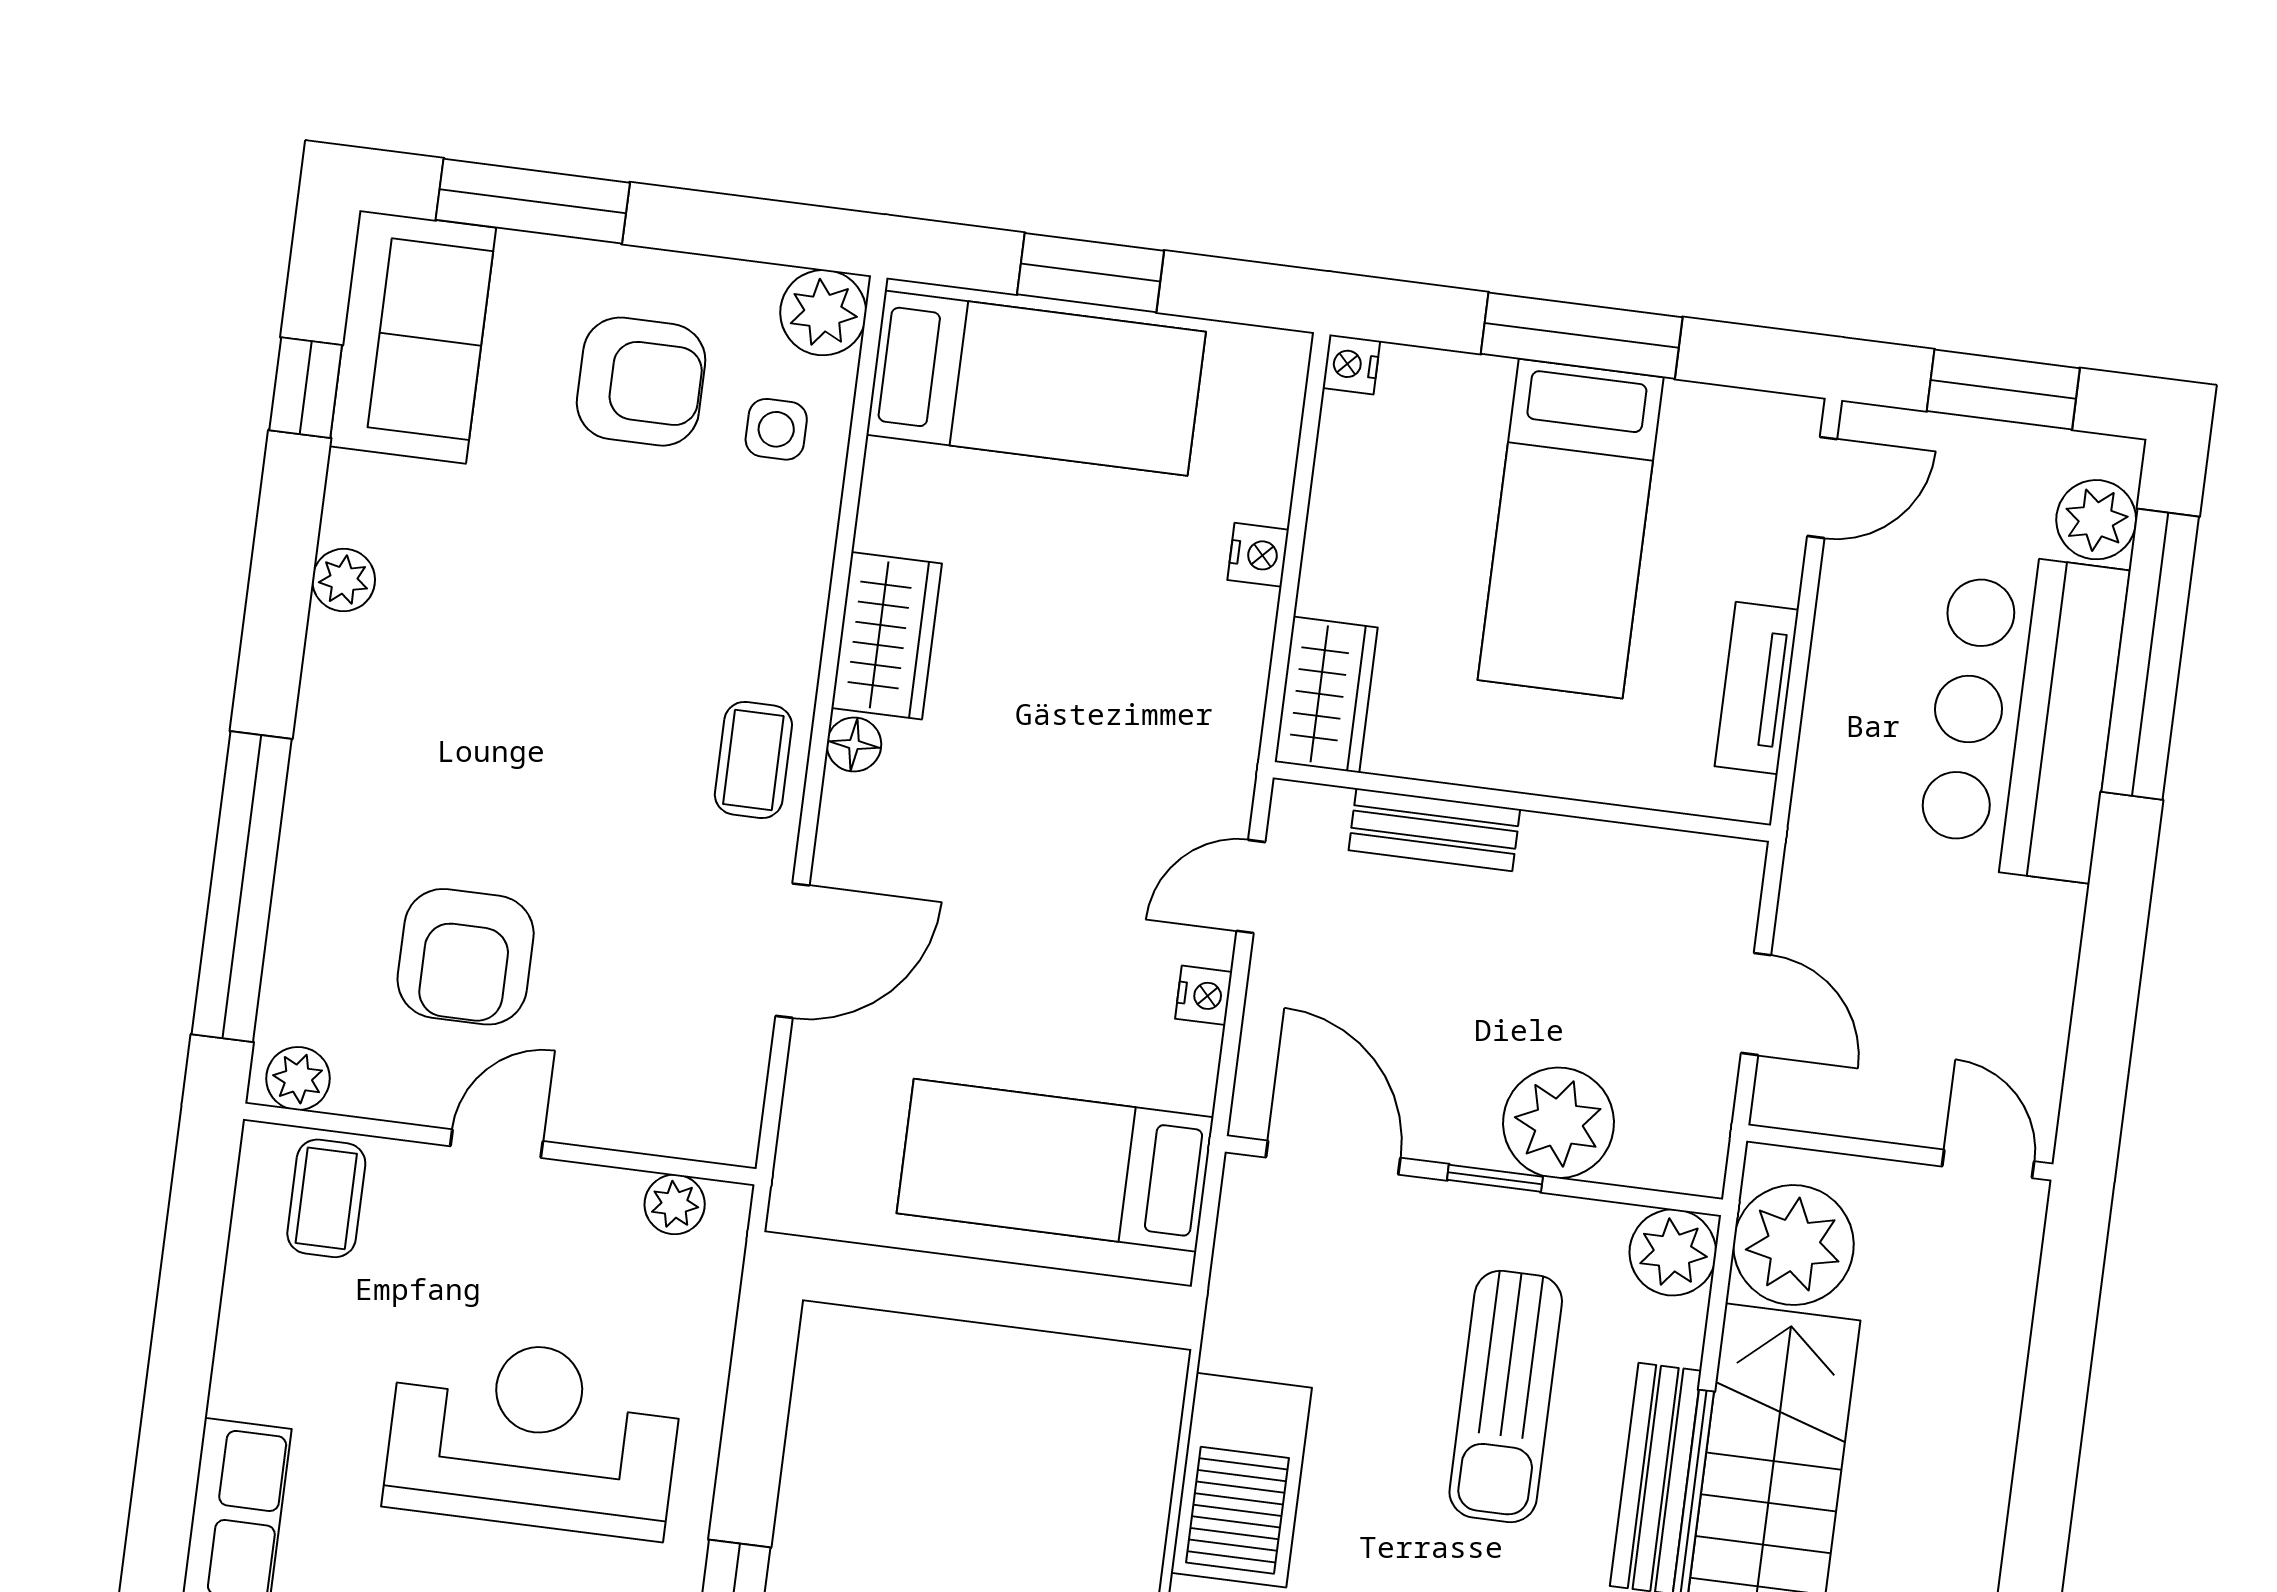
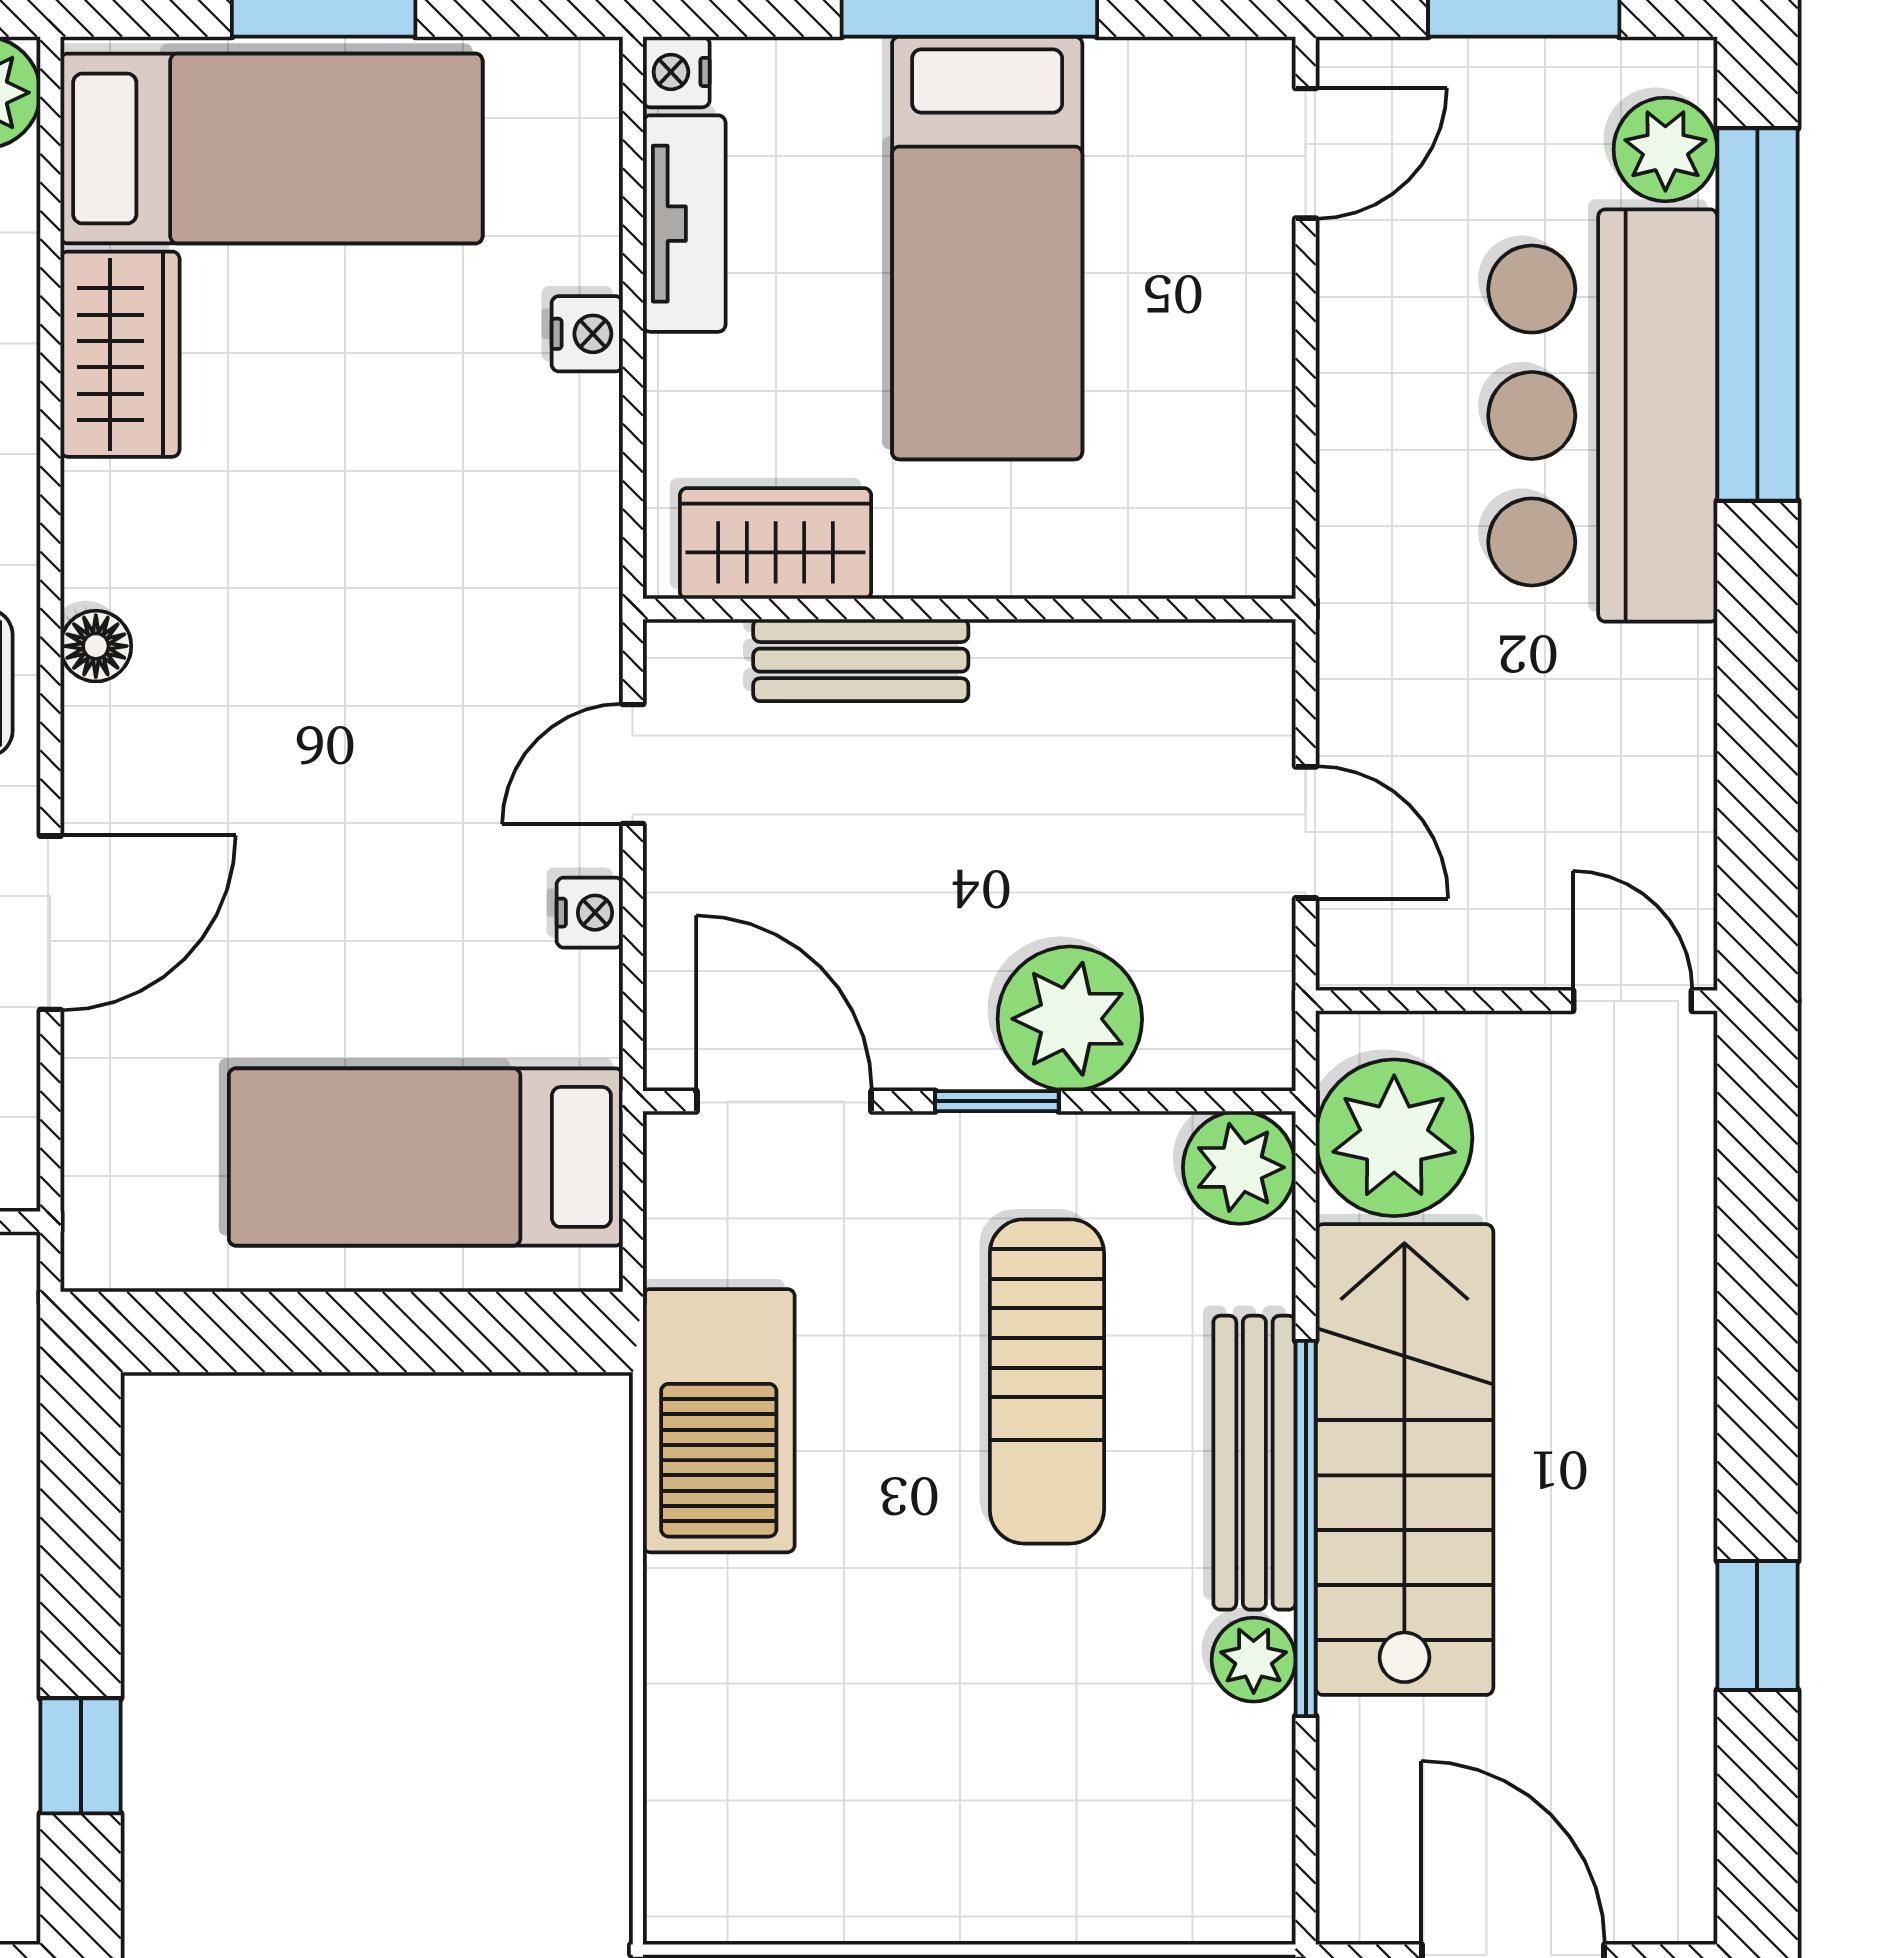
wardrobe: (887, 636) -> (120, 354), moved
tv unit: (1757, 688) -> (684, 224), moved, turned 180
wardrobe: (1326, 695) -> (776, 543), moved, turned -90
barbecue: (1241, 1480) -> (719, 1421), moved

